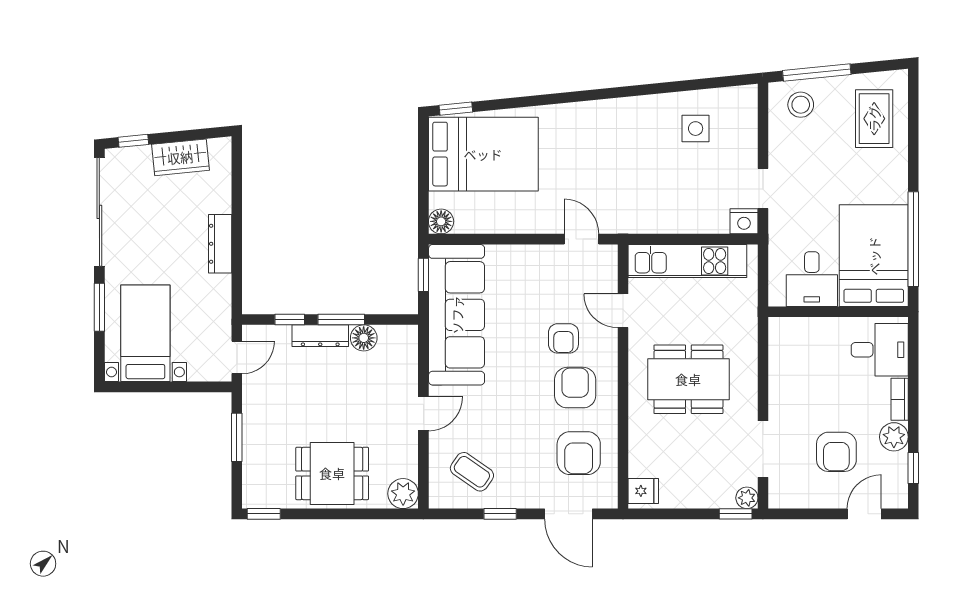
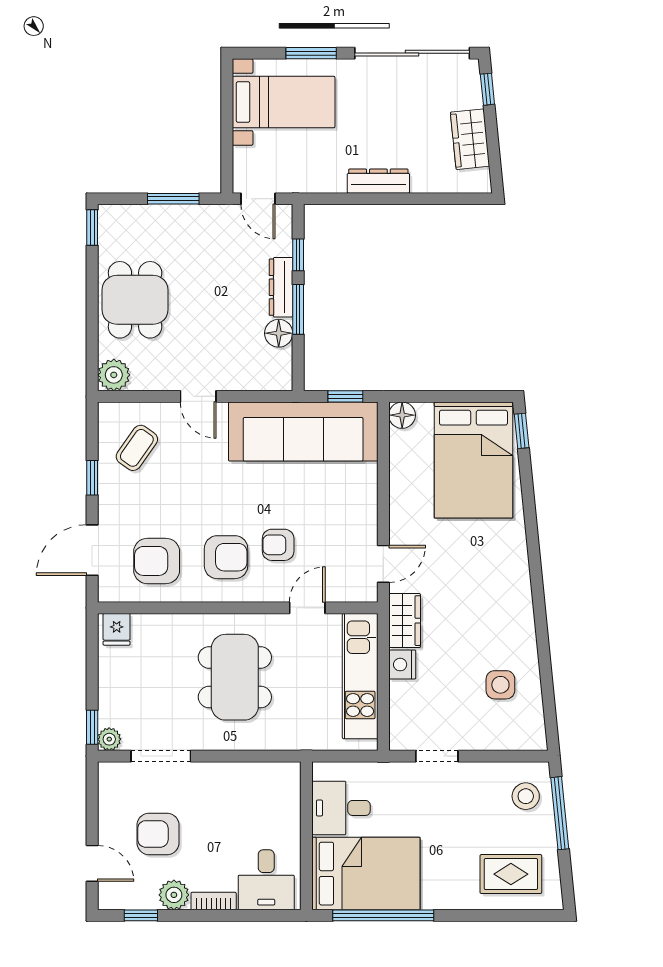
wardrobe: (635, 219) -> (405, 621), added
nightstand: (744, 221) -> (402, 665), moved

